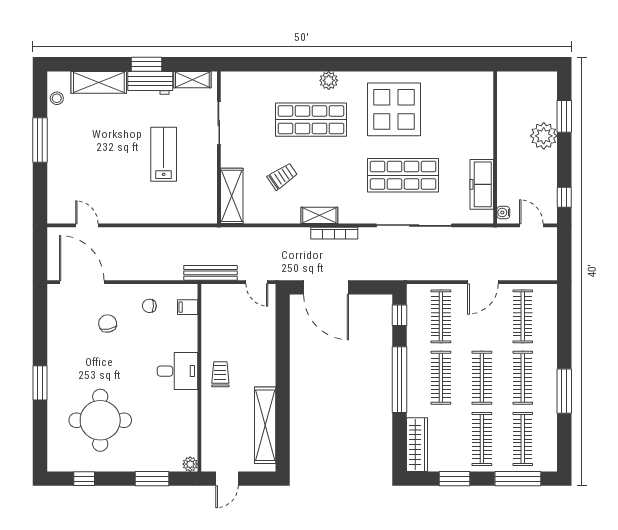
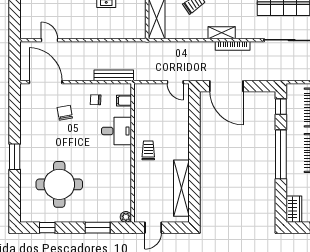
bench: (211, 273) -> (114, 75), moved
desk: (177, 371) -> (116, 131), moved
wardrobe: (417, 445) -> (294, 209), width x0.67

